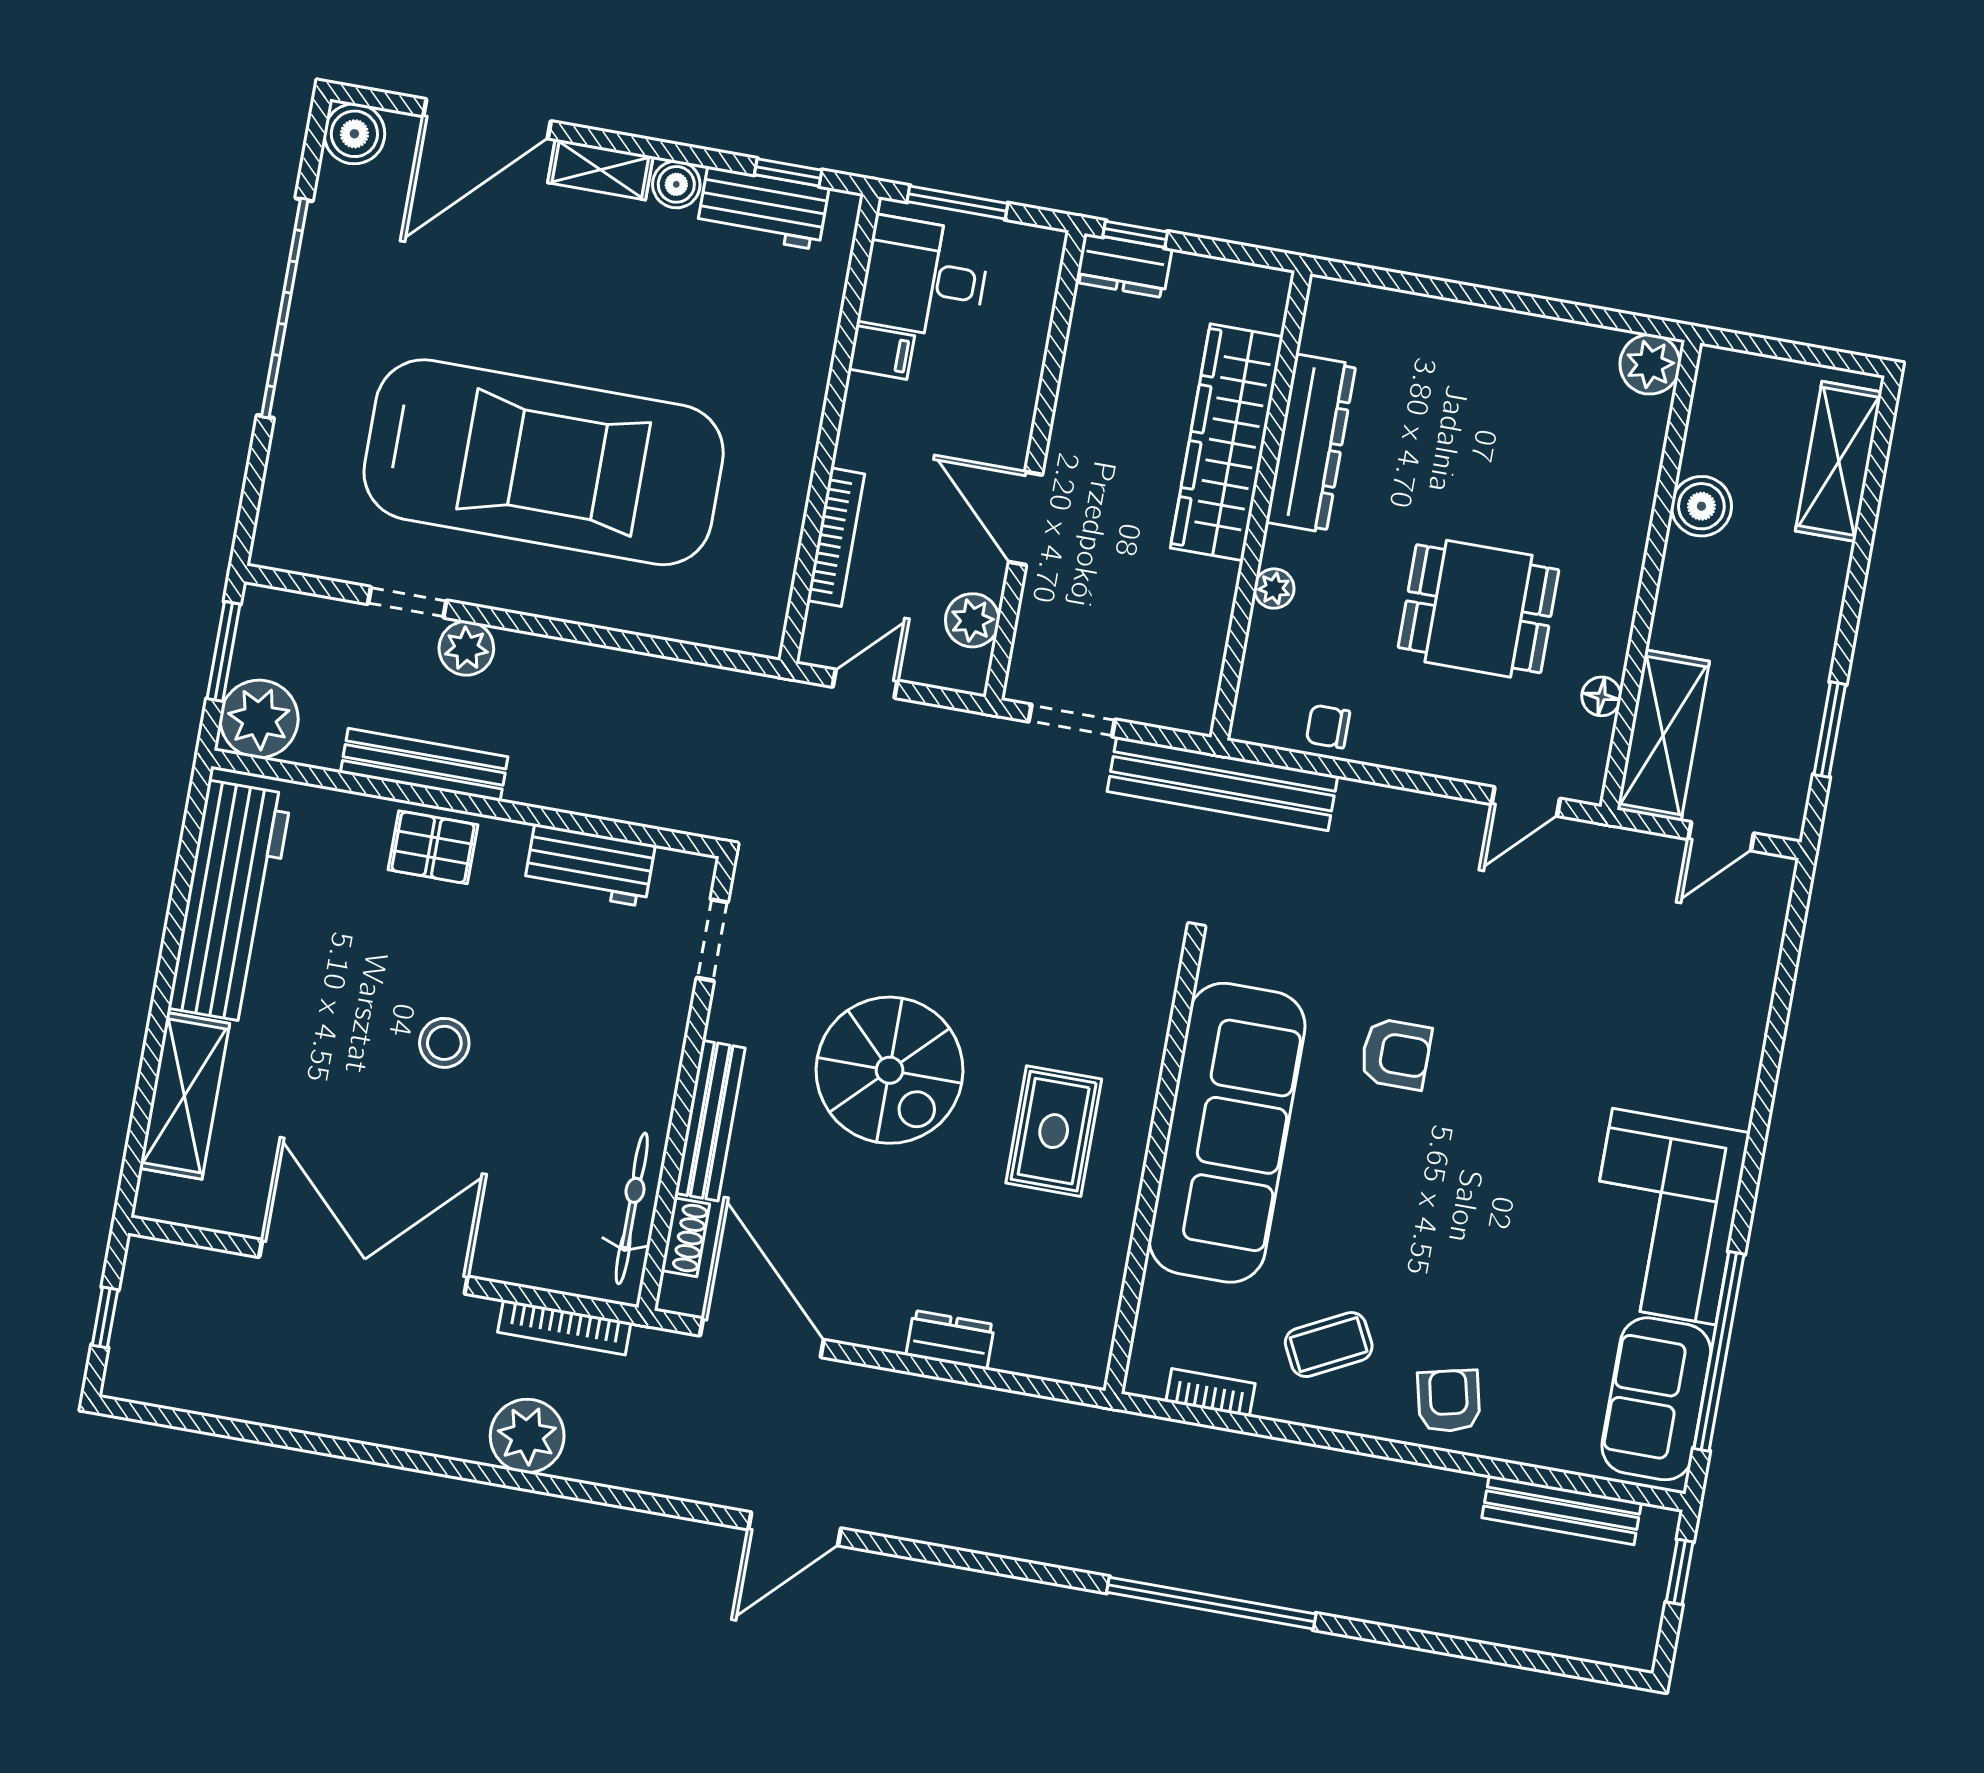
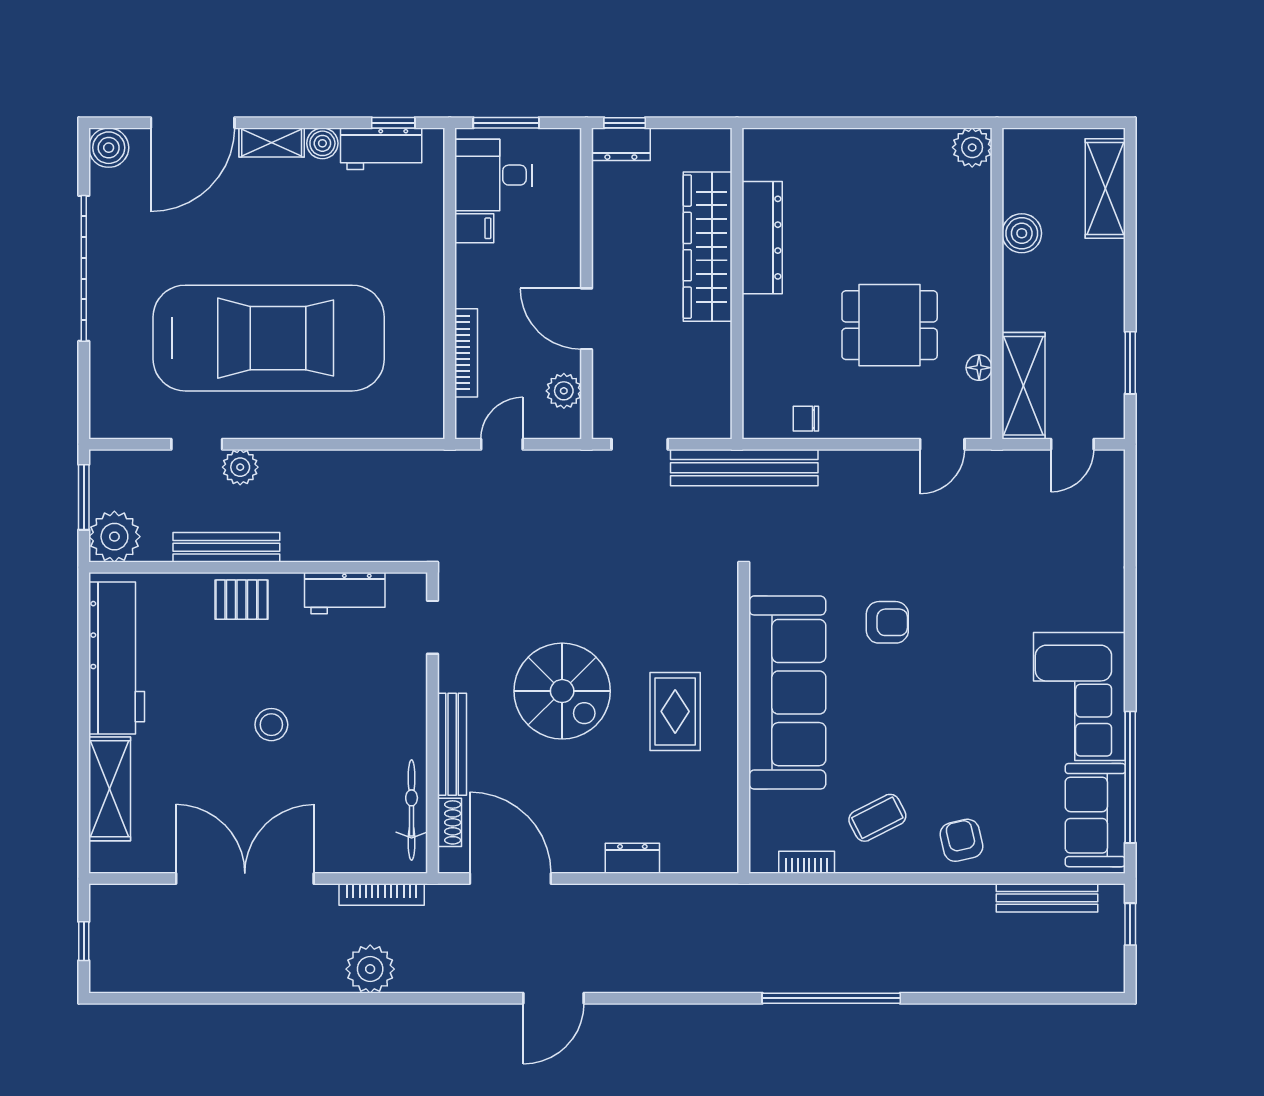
plant: (1274, 589) -> (755, 336), removed

